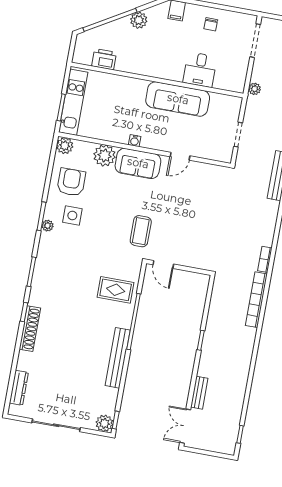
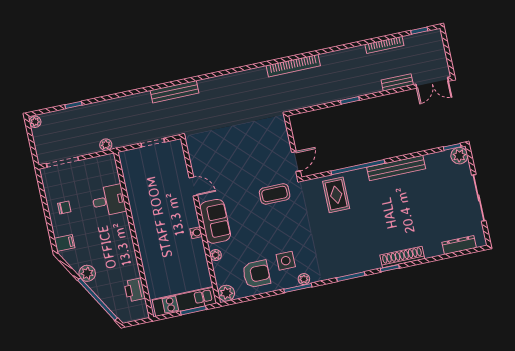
sofa: (178, 99) -> (143, 210), removed
plant: (105, 156) -> (216, 255), width x0.53, depth x0.53
armchair: (71, 182) -> (256, 274), turned 180
bookcase: (265, 259) -> (384, 45), moved, width x1.56

